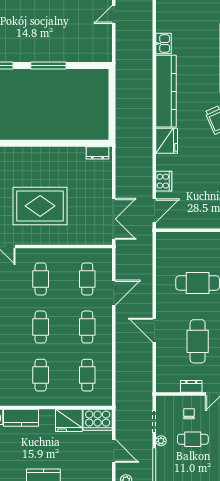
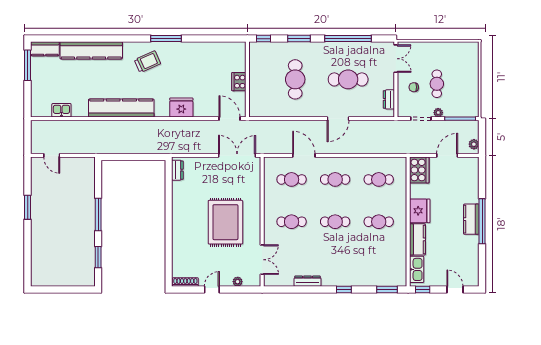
kitchen sink: (164, 43) -> (61, 110), moved
fridge: (167, 141) -> (181, 107), moved
cooker: (164, 181) -> (239, 82), moved, turned -90
dresser: (191, 386) -> (389, 99), moved
fridge: (69, 420) -> (420, 211), moved

